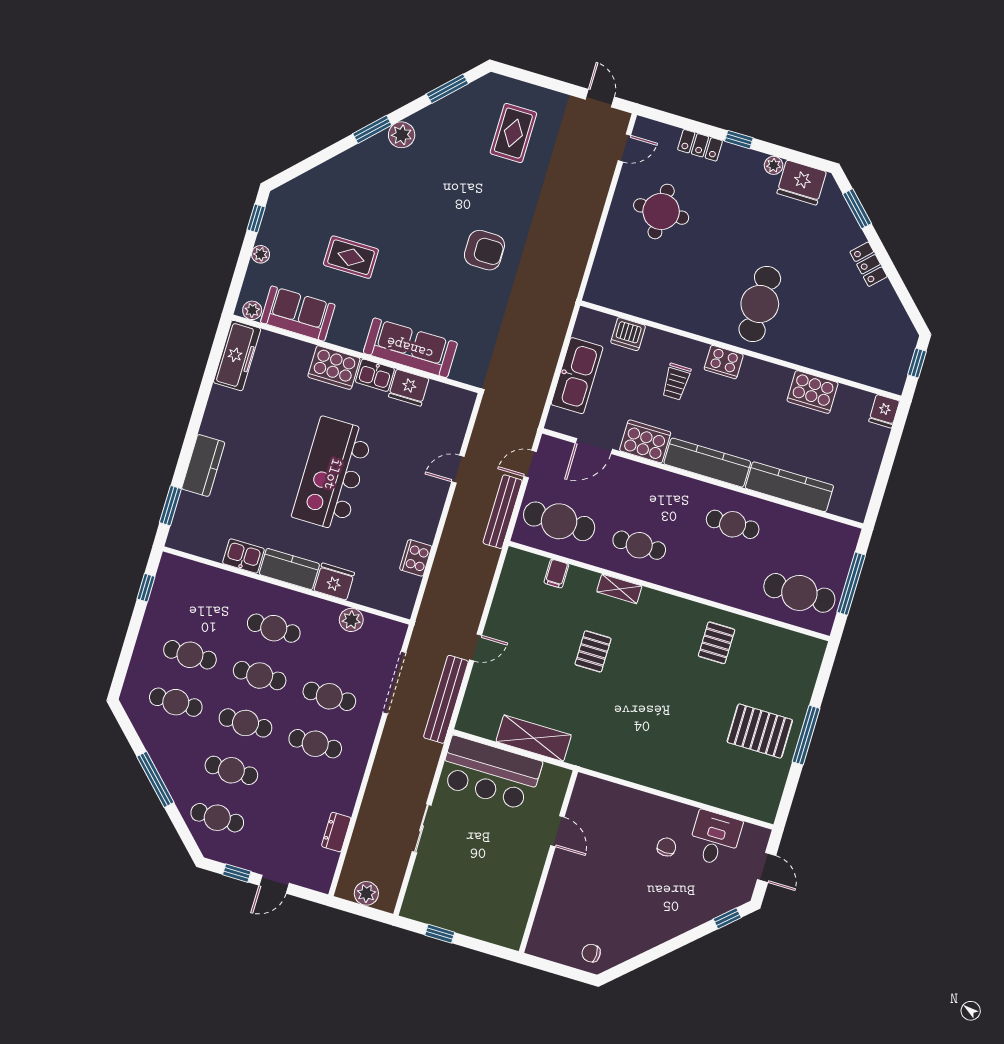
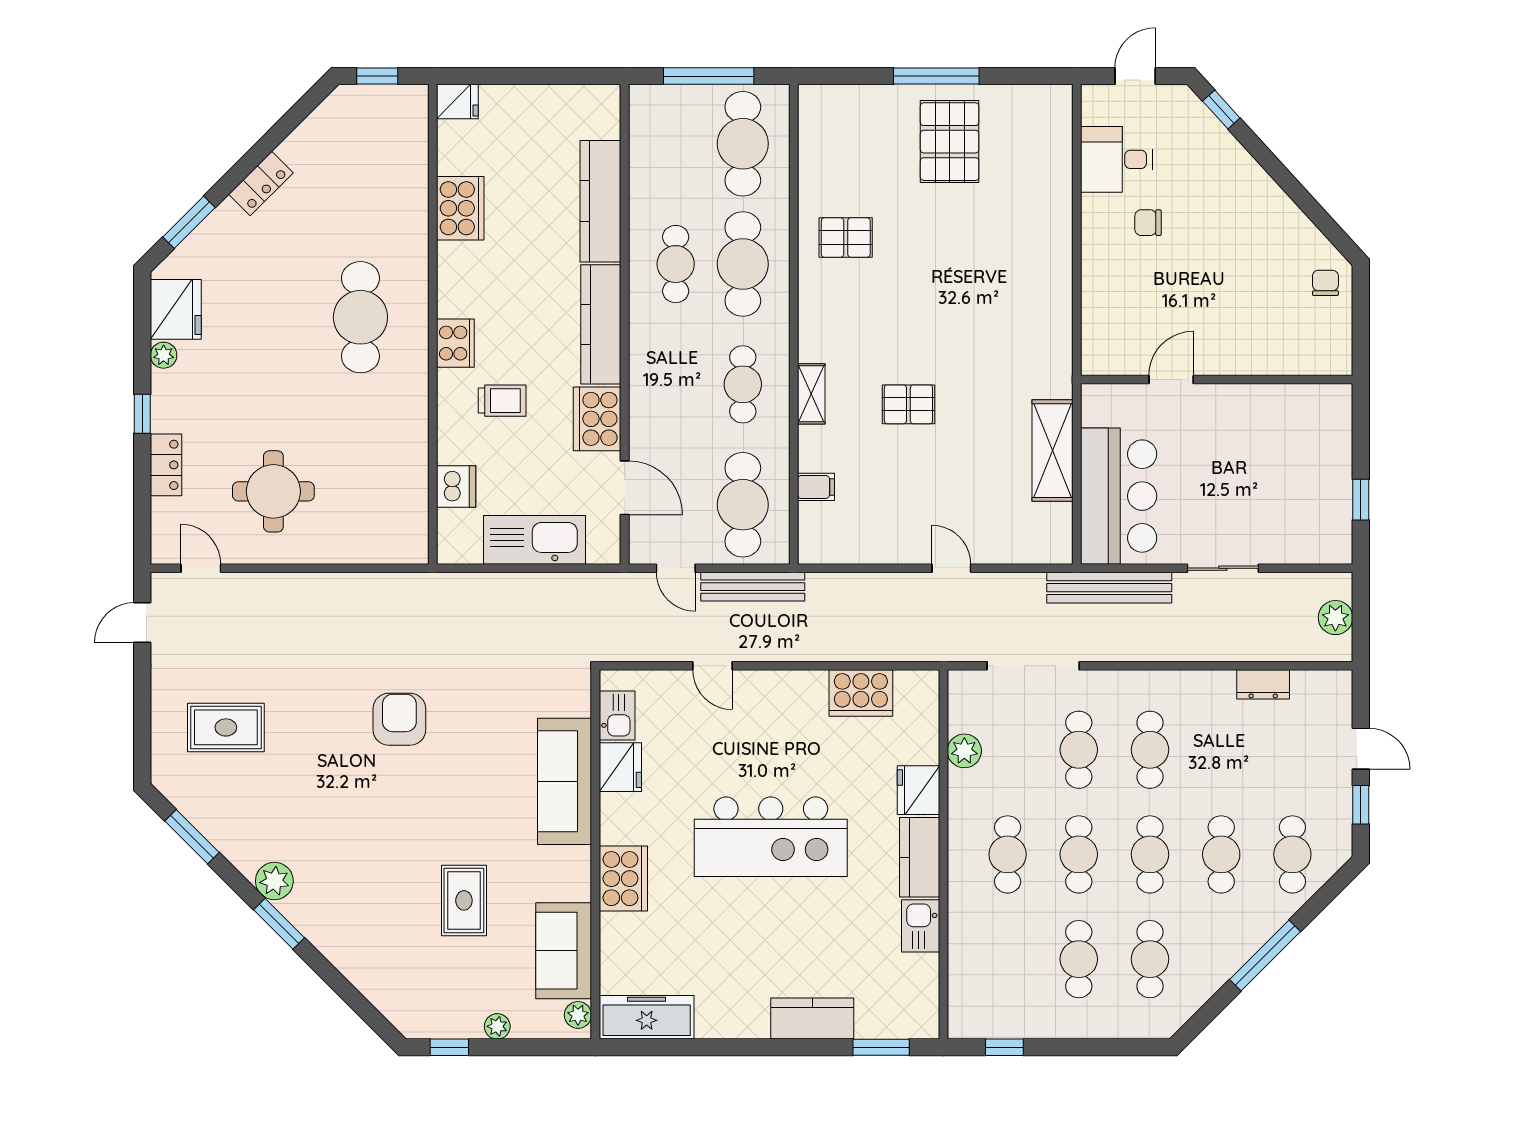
cafe table: (760, 304) -> (360, 317), turned 90
kitchen sink: (375, 375) -> (617, 716), moved
cooker: (416, 558) -> (861, 693), width x1.37, depth x1.31
cafe table: (719, 569) -> (743, 264), added
bench: (446, 699) -> (1109, 588), moved
chair: (591, 953) -> (1325, 283), turned 180

